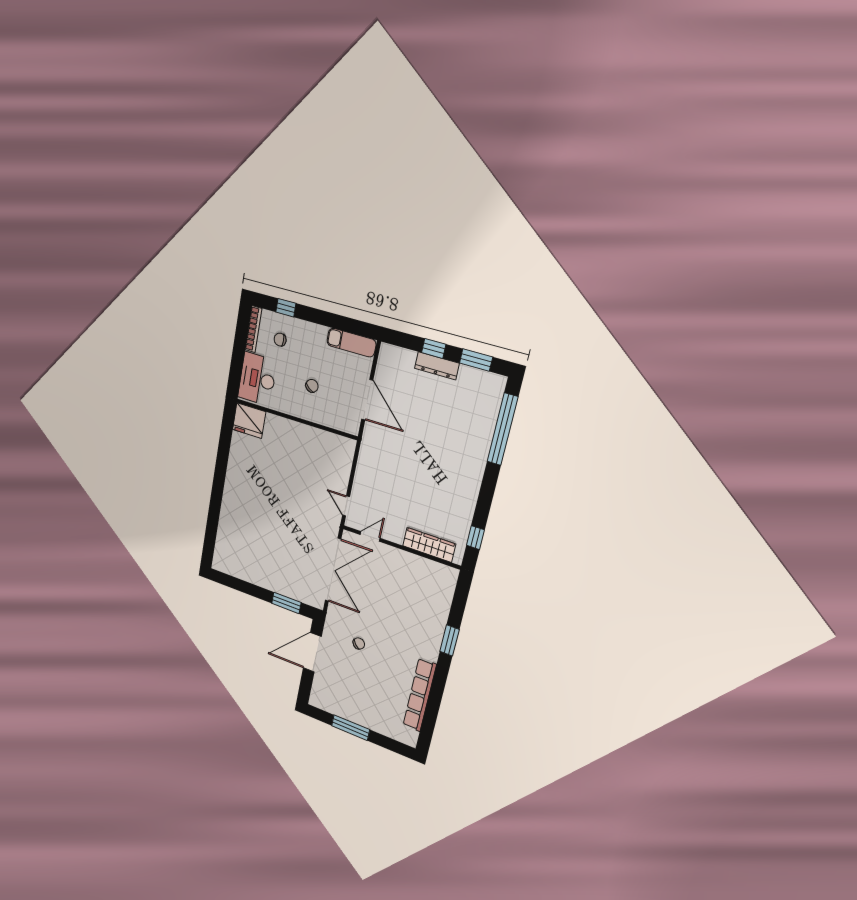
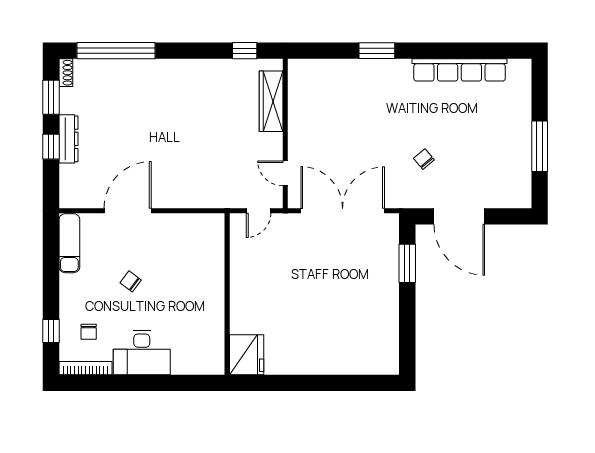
shoe rack: (494, 379) -> (66, 73), added
wall: (296, 419) -> (227, 294), moved
fridge: (249, 421) -> (247, 355), moved

